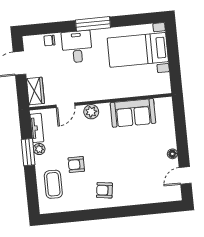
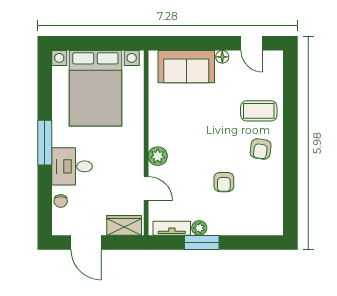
bed with nightstands: (138, 50) -> (95, 88), width x1.36
sofa: (133, 113) -> (186, 67), moved, turned 90
coffee table: (53, 184) -> (259, 111), moved

